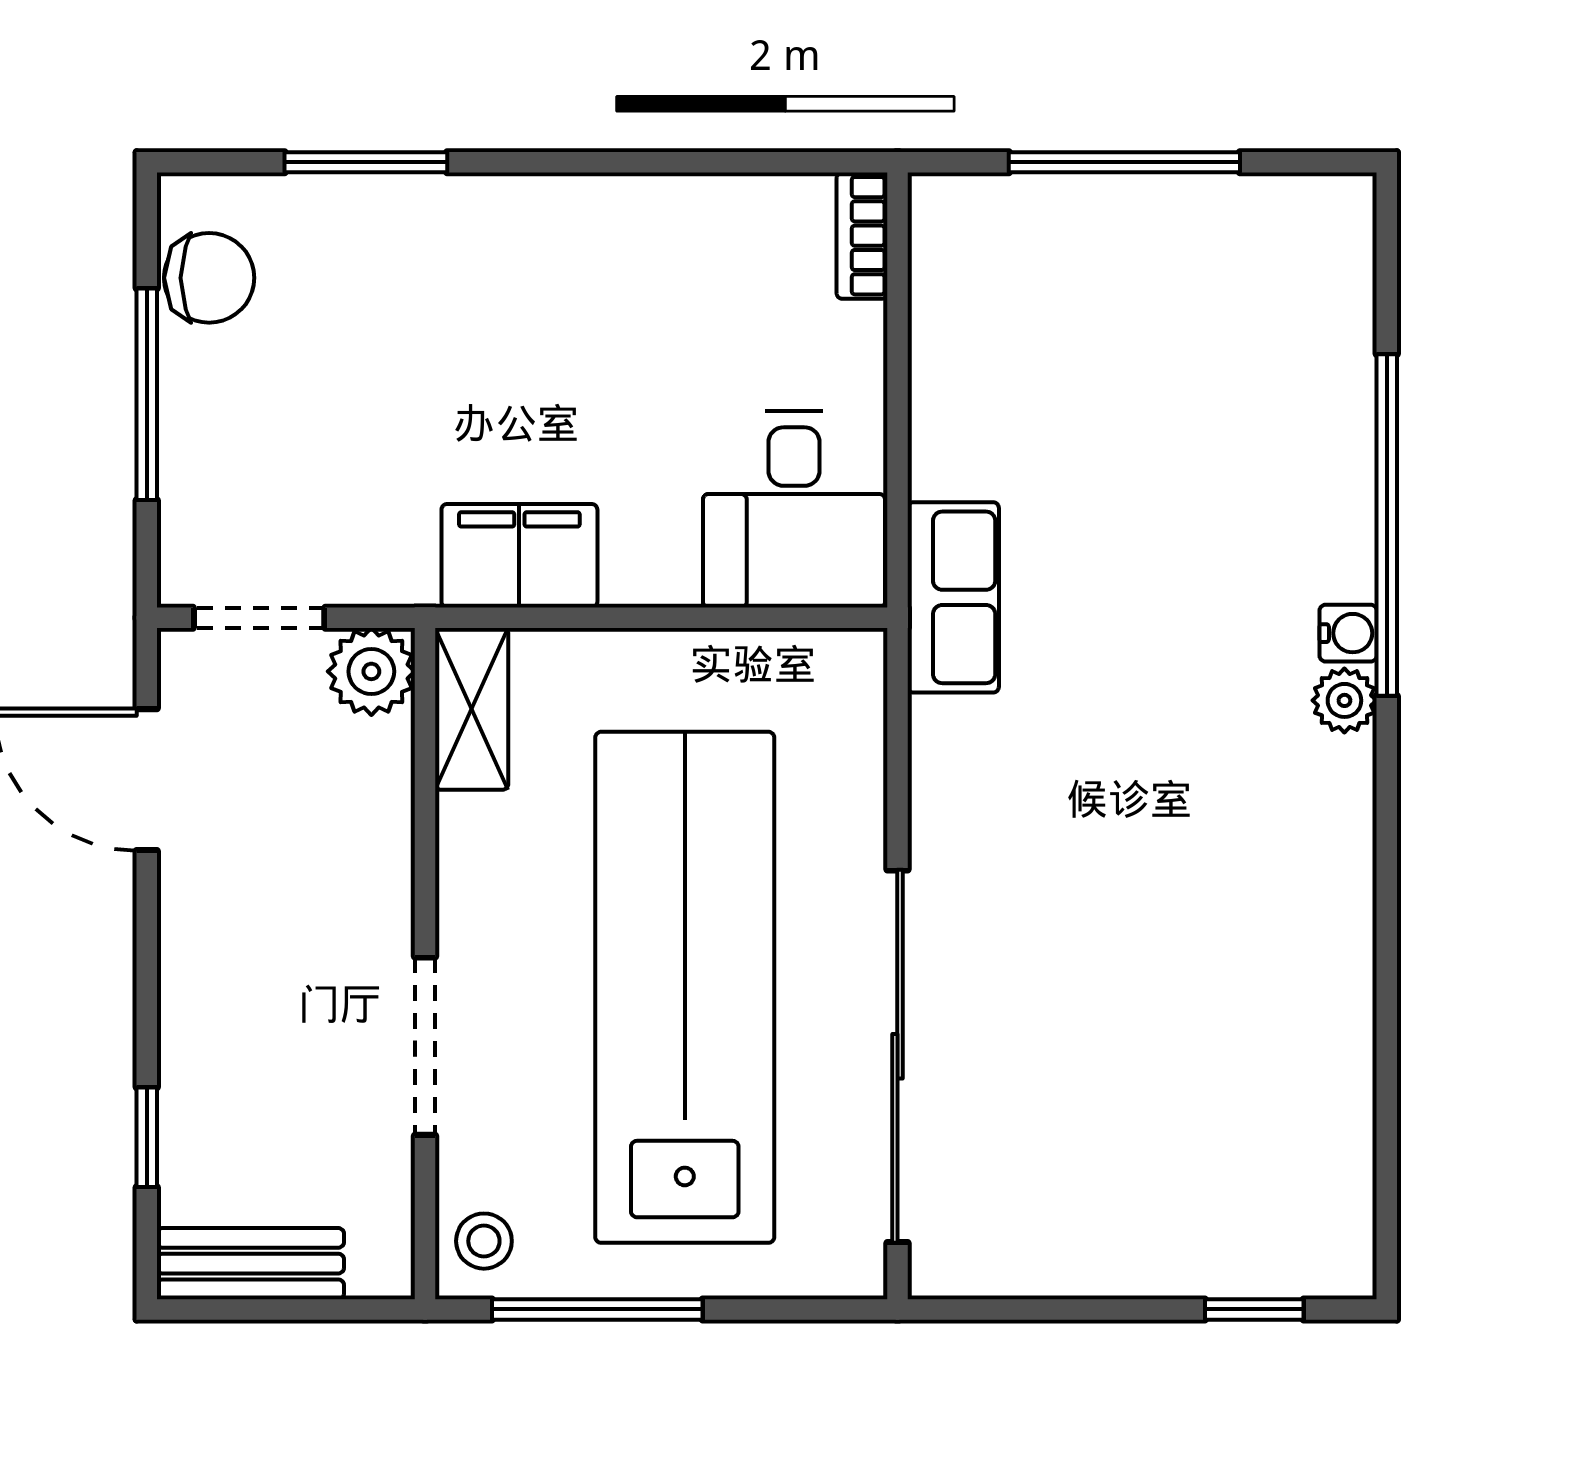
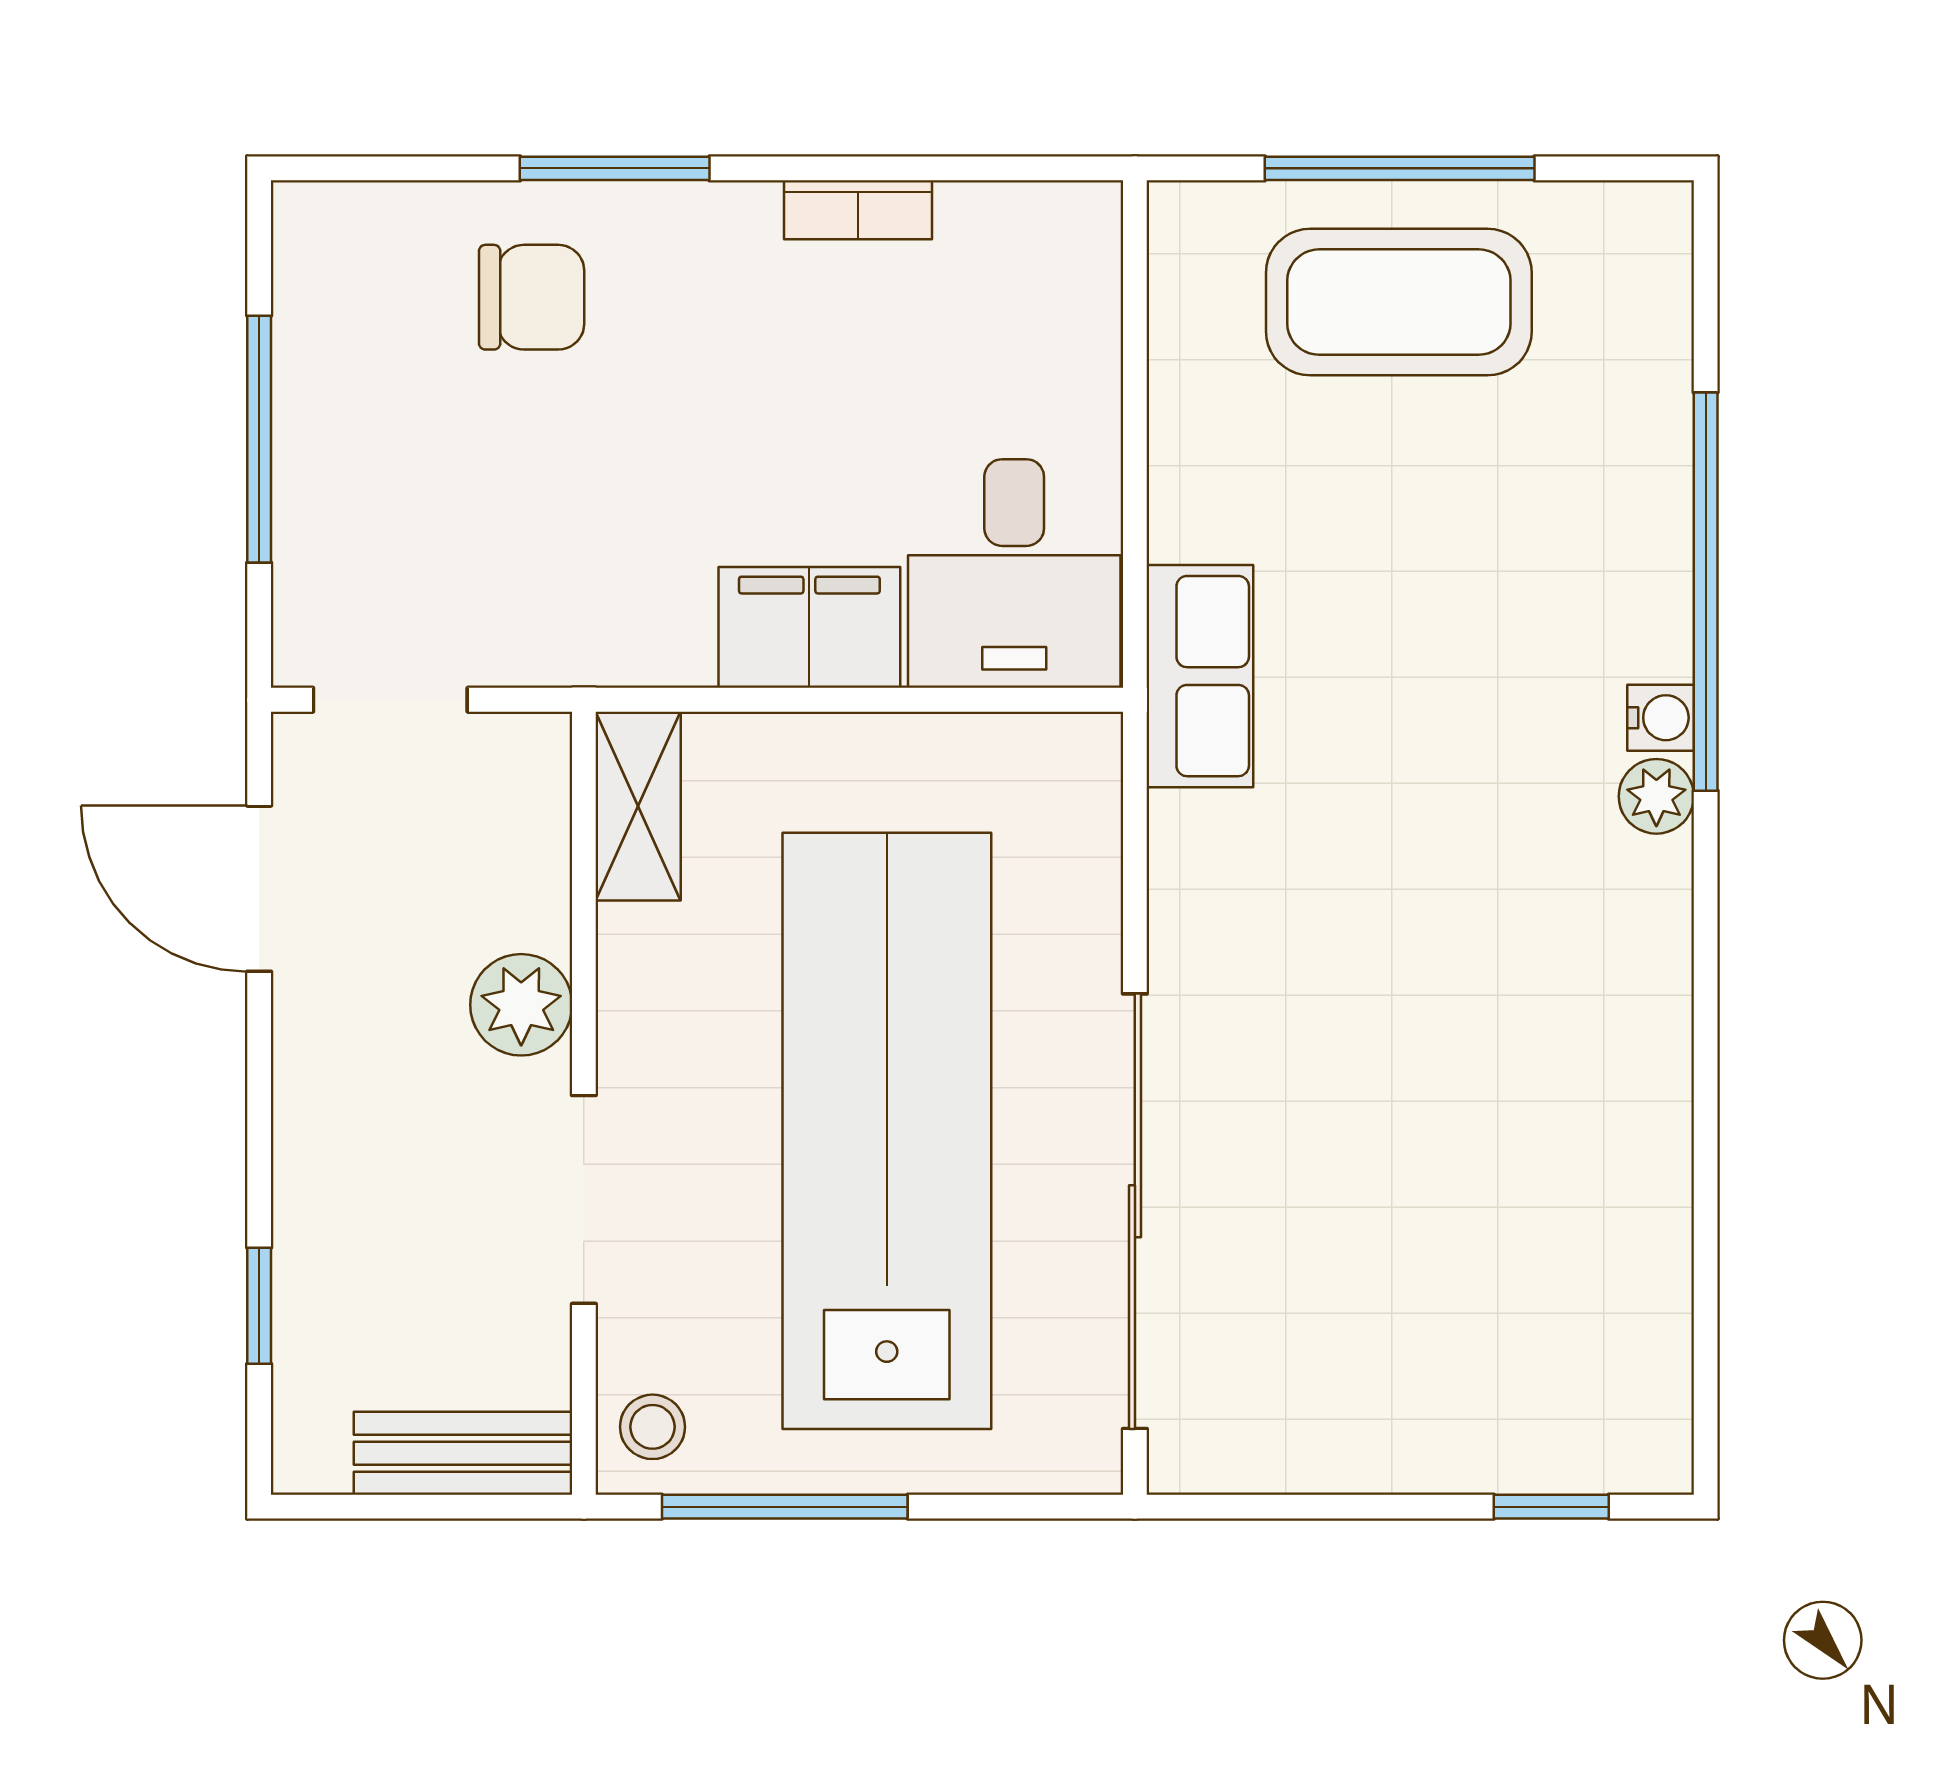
window: (366, 162) -> (615, 168), moved
bookcase: (862, 236) -> (858, 210), moved, turned -90
coffee table: (1124, 277) -> (1399, 302), added
chair: (209, 278) -> (532, 297), moved
filing cabinet: (519, 556) -> (809, 627), moved
plant: (371, 671) -> (521, 1005), moved
bench: (250, 1264) -> (463, 1453), moved

